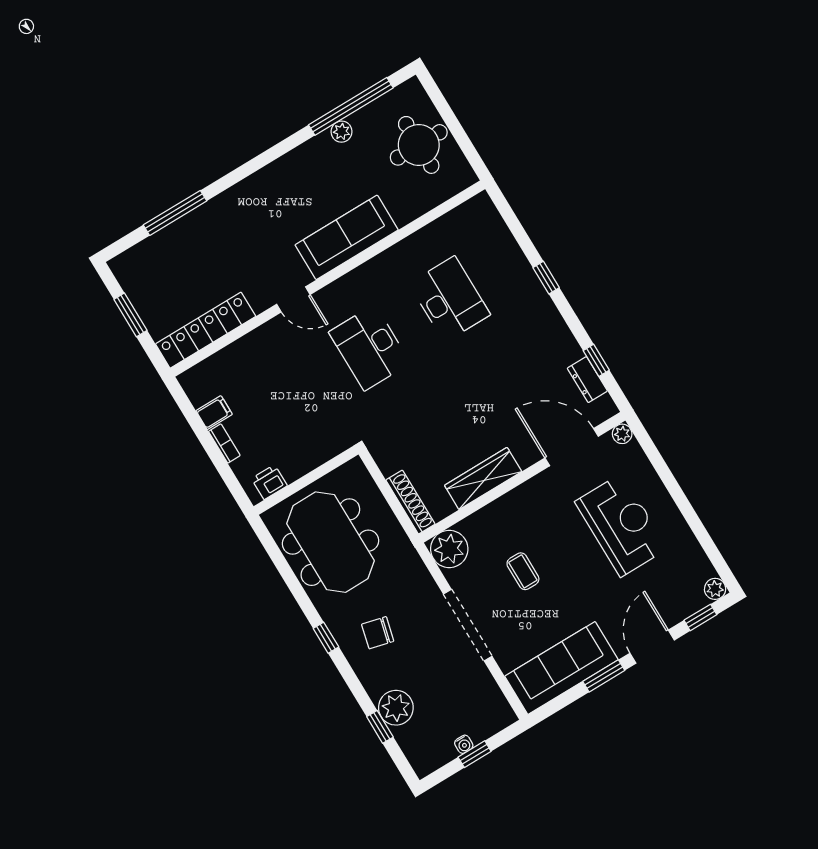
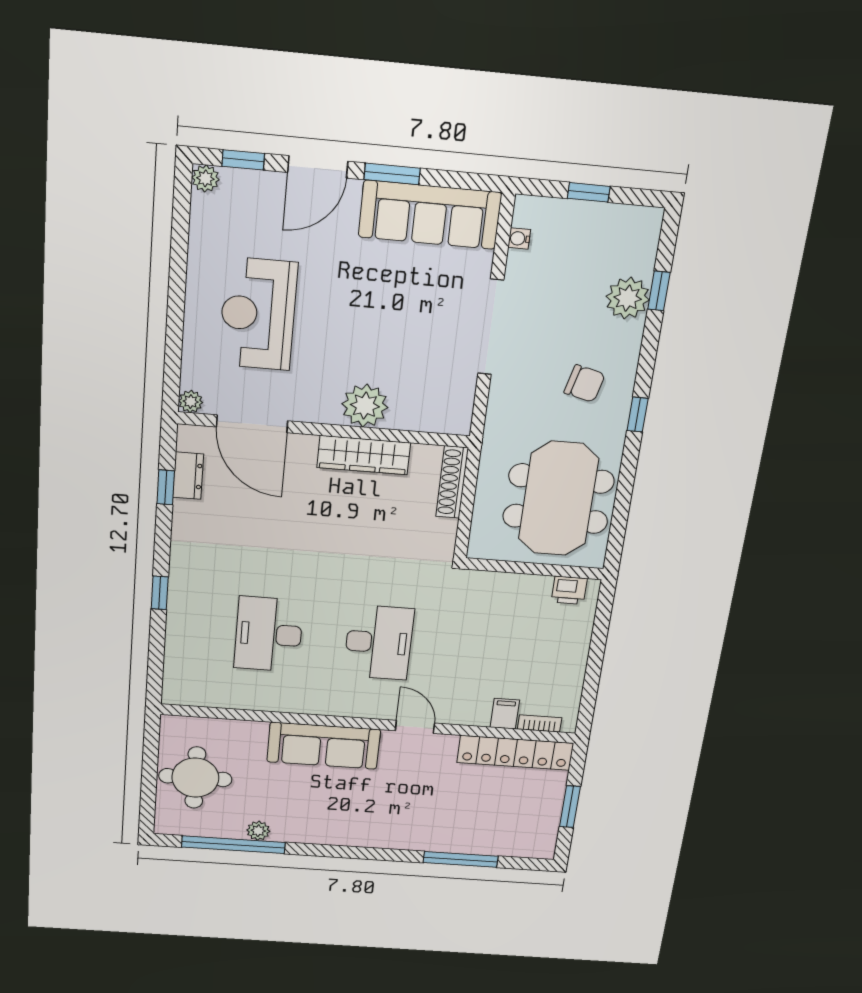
filing cabinet: (214, 413) -> (505, 714), moved, turned 90
bookcase: (224, 444) -> (540, 723), moved, turned 90
plant: (449, 549) -> (365, 406), moved
coffee table: (523, 571) -> (394, 340), removed
water cooler: (464, 744) -> (519, 238), moved, turned -90

